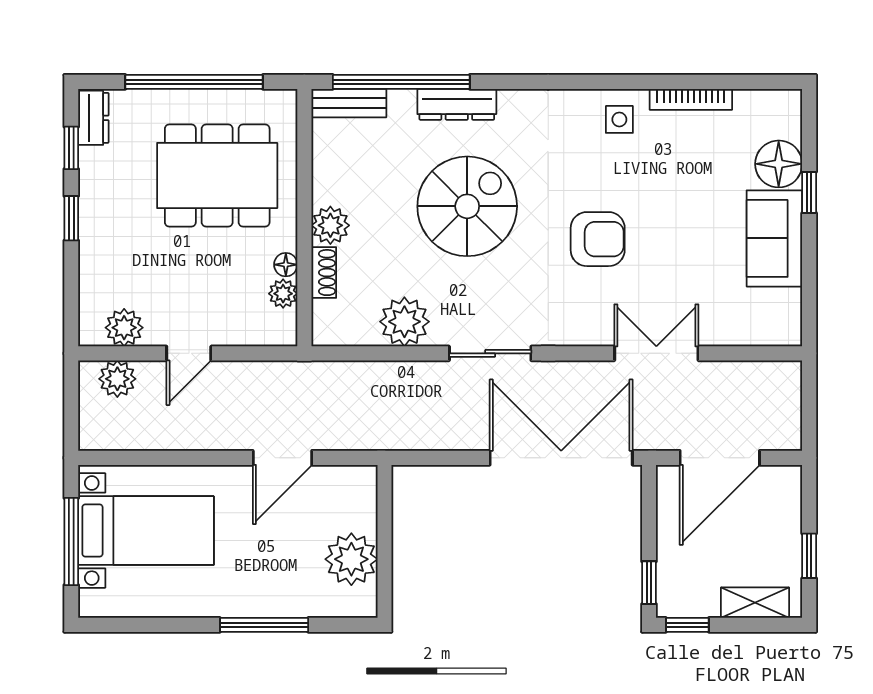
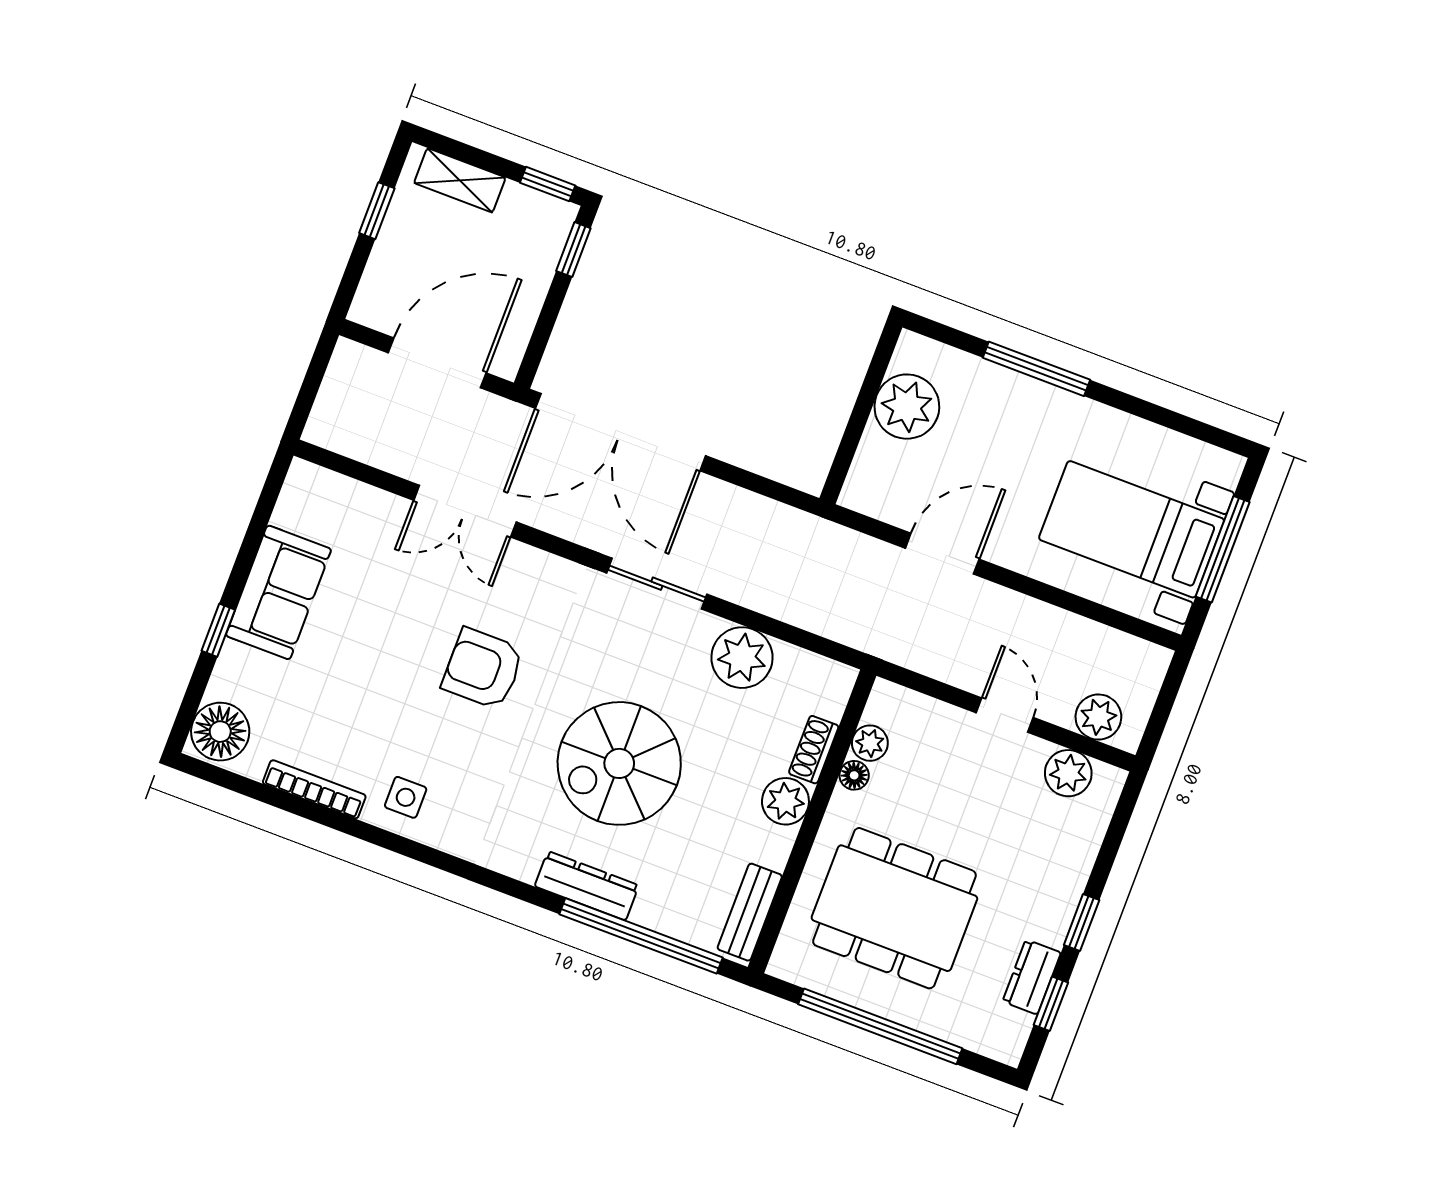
bench: (349, 103) -> (750, 912), moved, turned 90
dresser: (93, 118) -> (1032, 977), moved
floor lamp: (779, 164) -> (220, 732), moved
door: (189, 353) -> (1005, 715), hinge flipped

